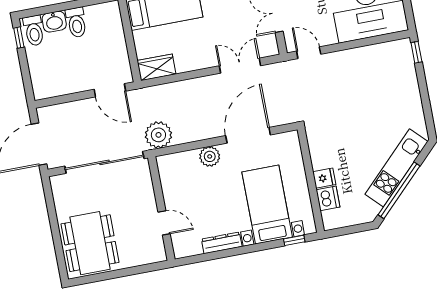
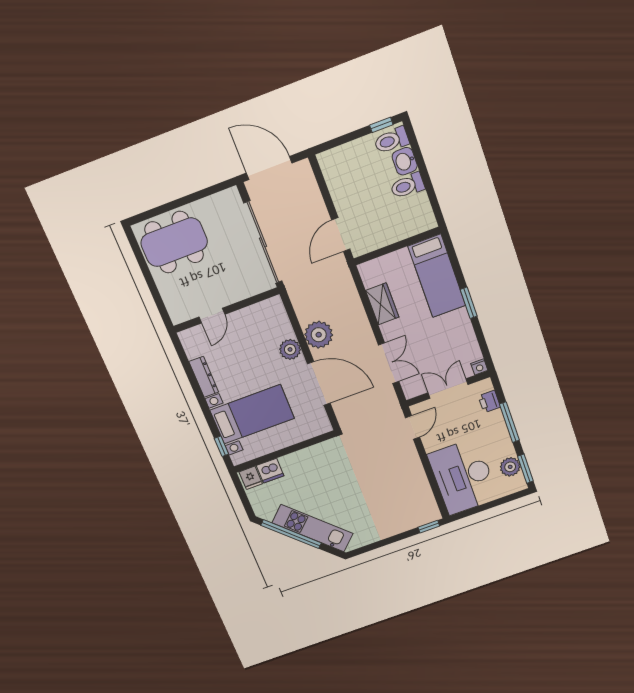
wardrobe: (156, 67) -> (382, 304), moved
plant: (158, 135) -> (319, 335), moved
fridge: (324, 178) -> (251, 478), moved

